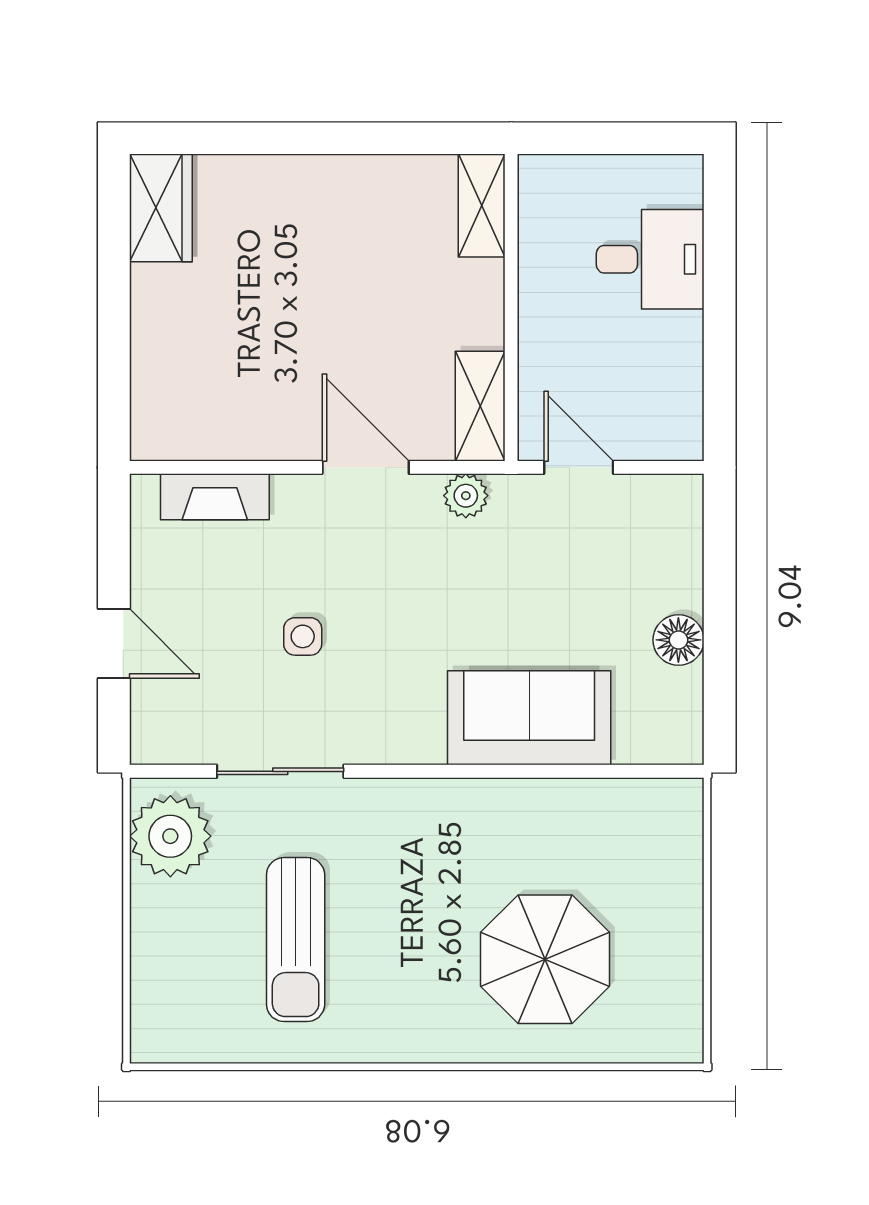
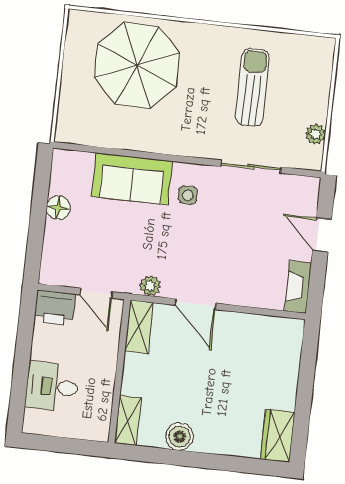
boiler: (368, 183) -> (180, 437), added
printer: (663, 427) -> (55, 308), added
fireplace: (215, 497) -> (298, 287), moved, turned -90
side table: (303, 636) -> (188, 195), moved
plant: (170, 836) -> (315, 134), width x0.53, depth x0.53
parasol: (545, 959) -> (137, 65), width x1.36, depth x1.36

